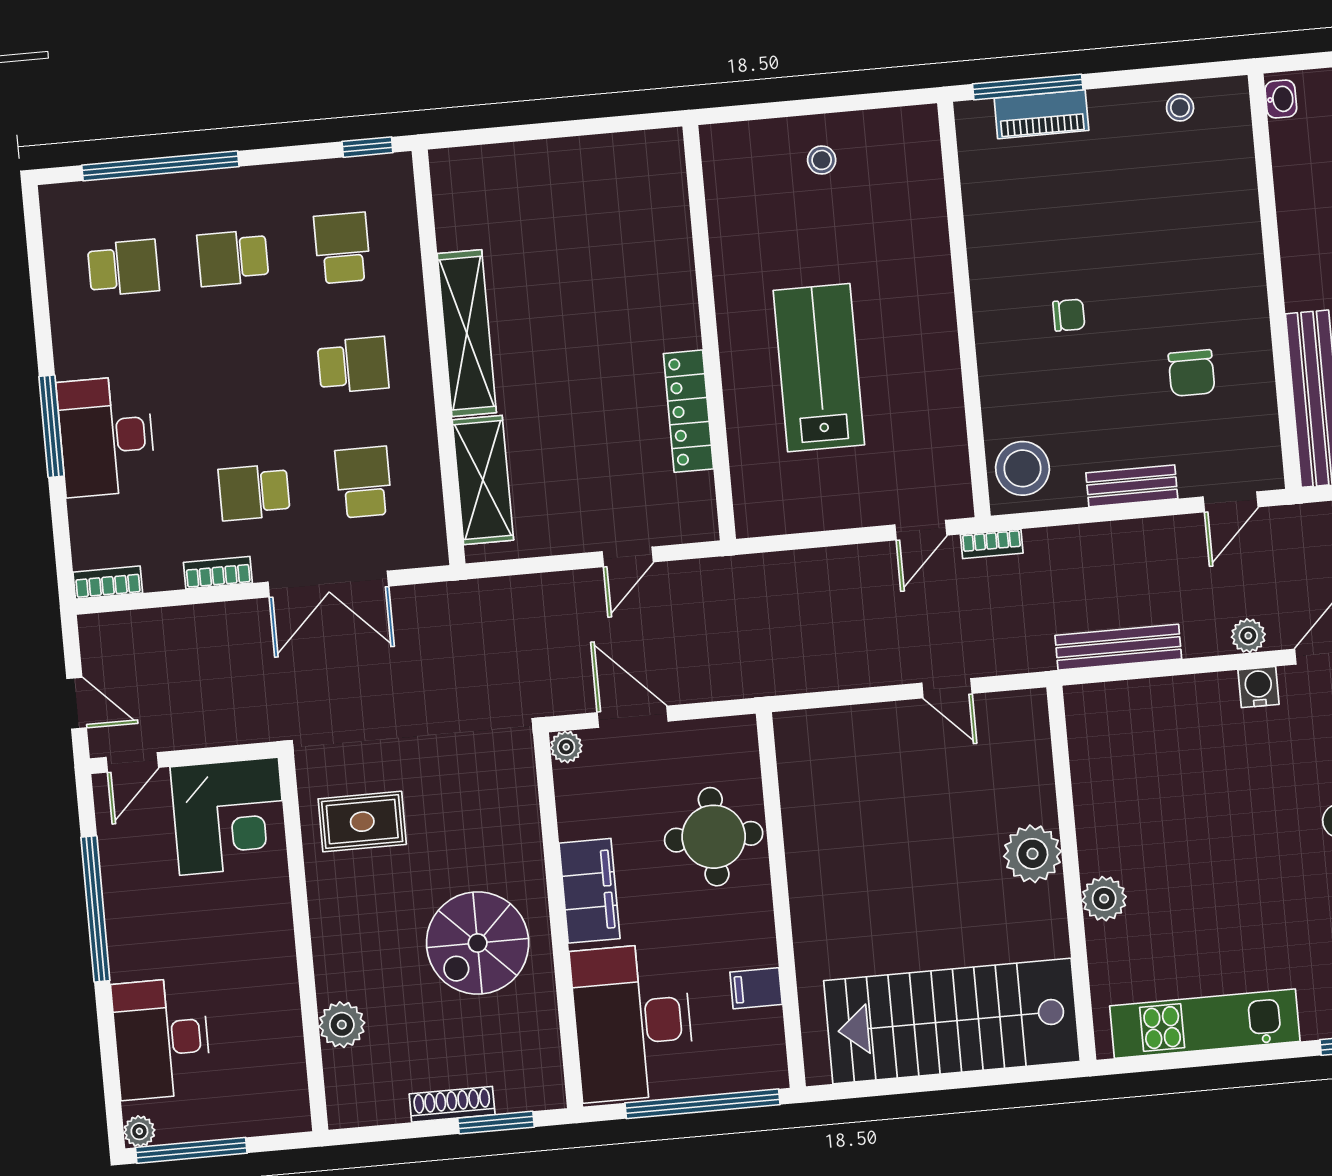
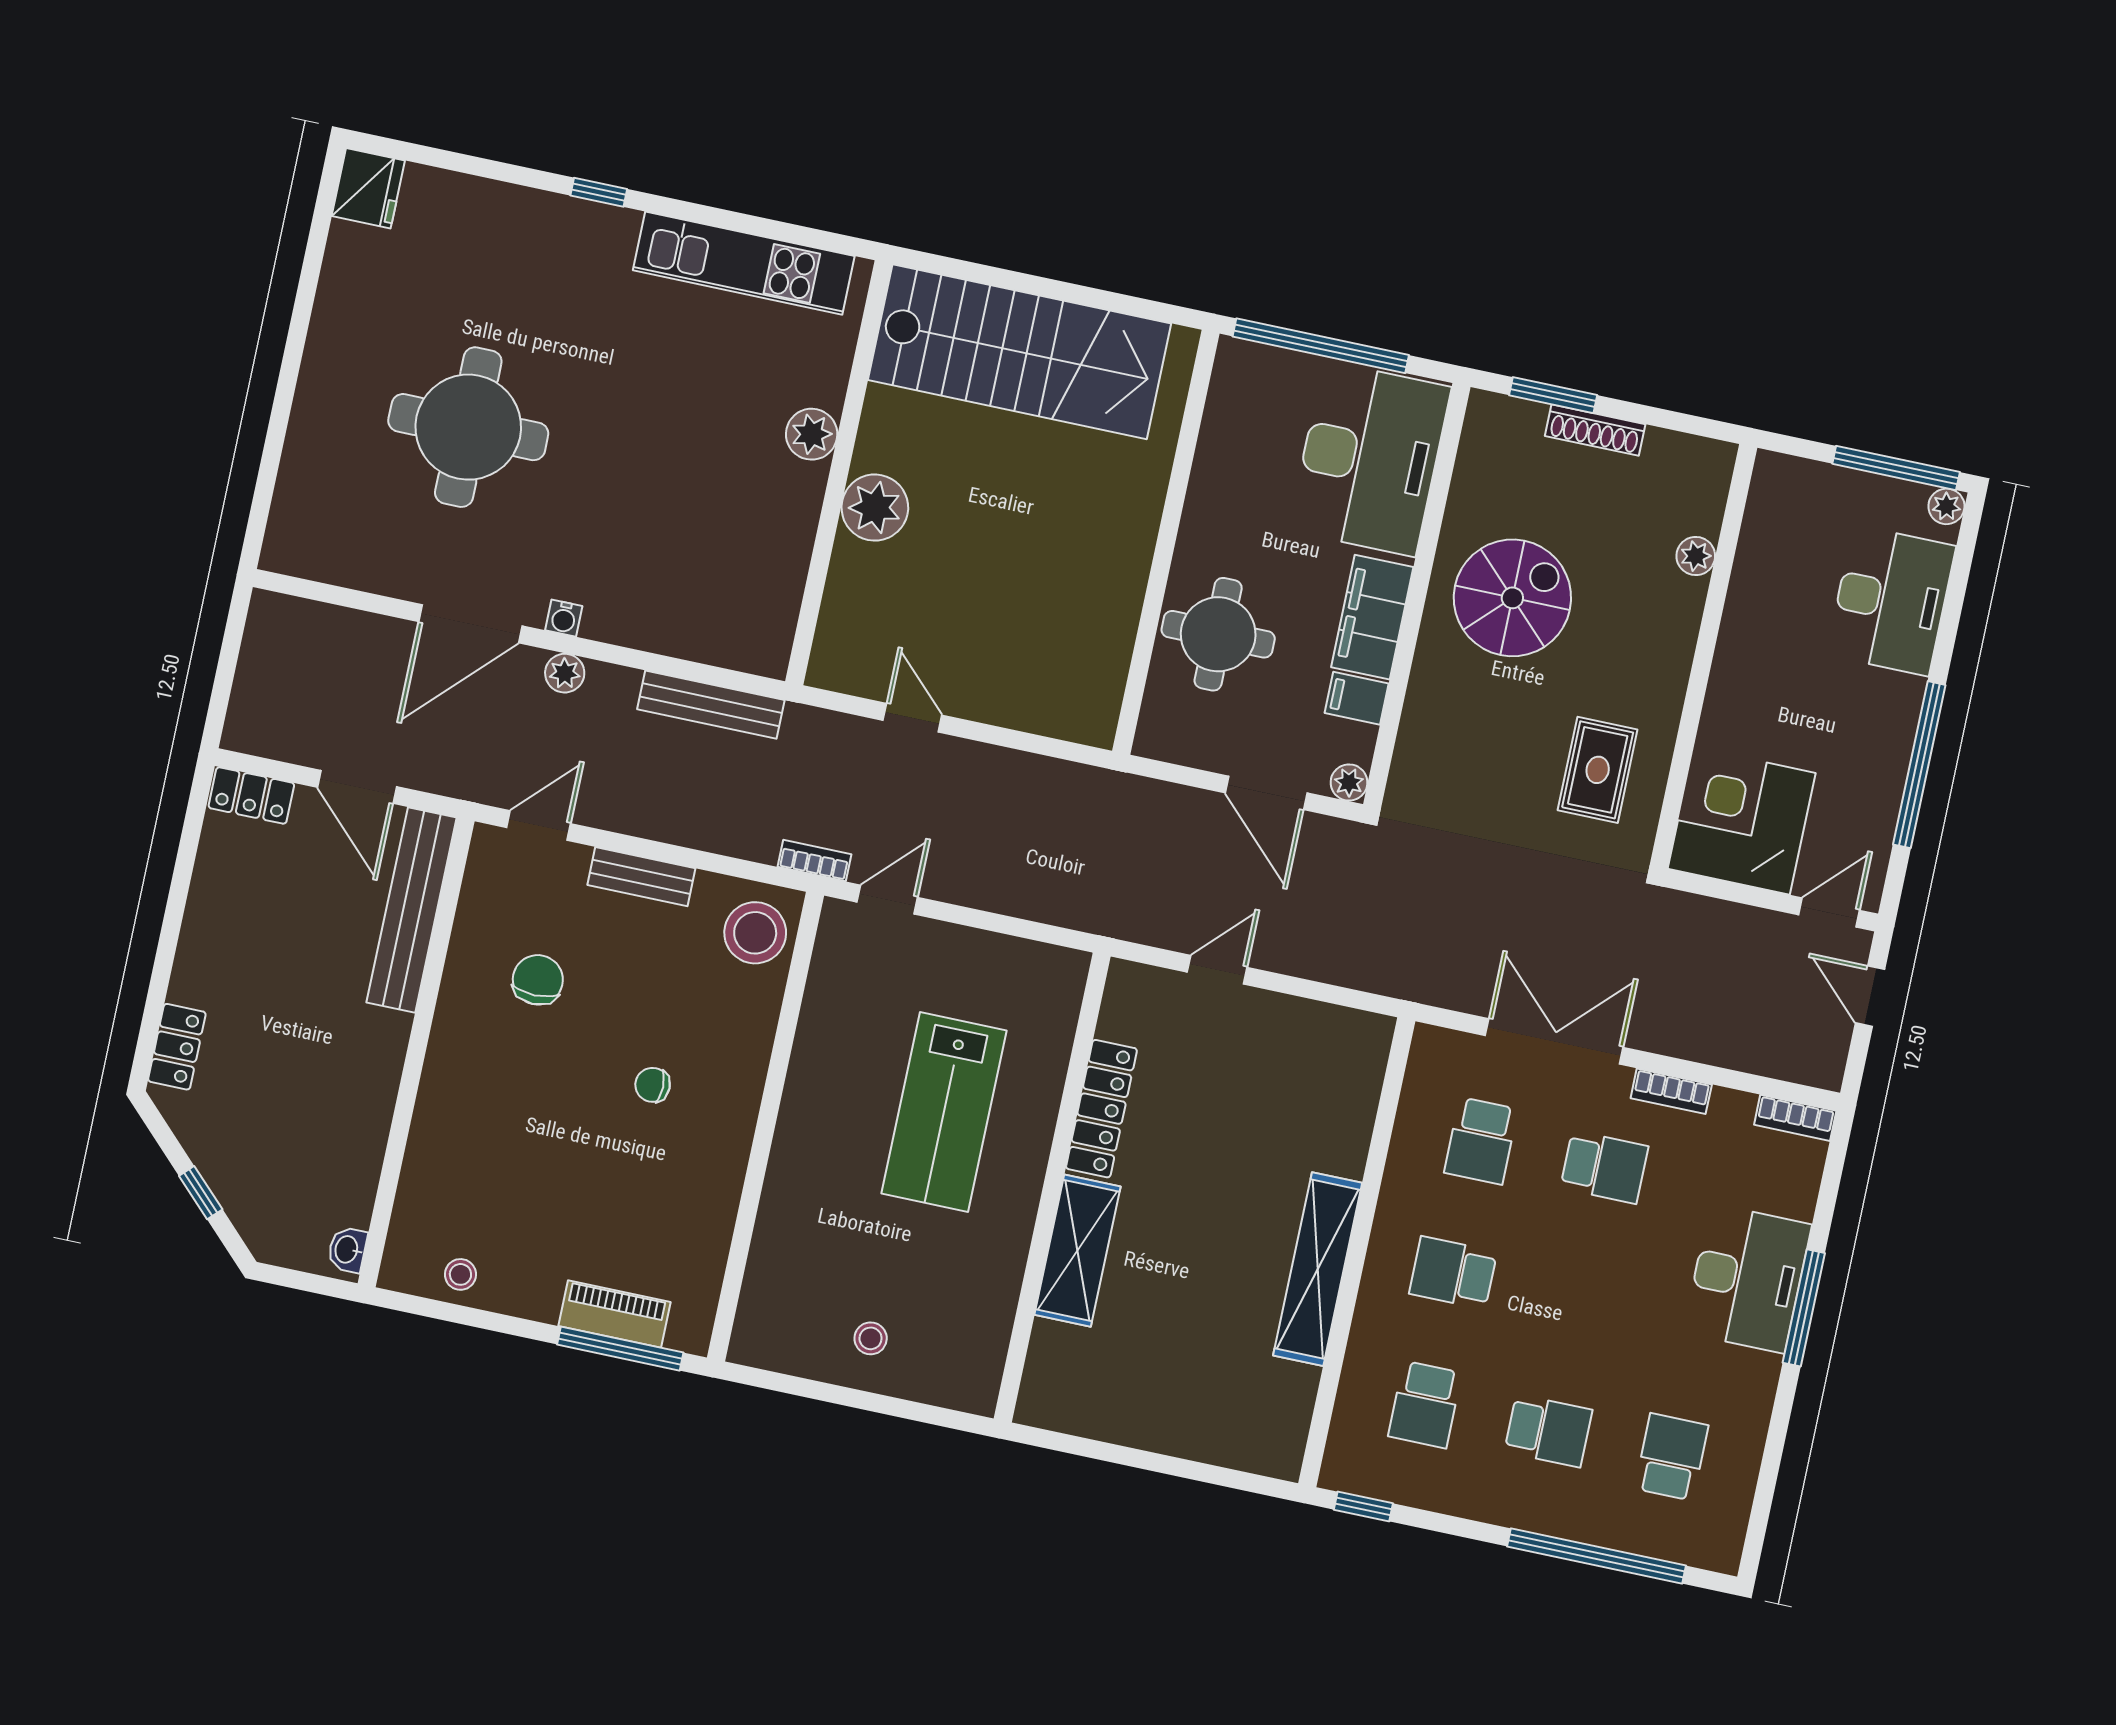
school desk: (123, 268) -> (1671, 1457), turned 90
shelving: (483, 480) -> (1077, 1251), moved
water cooler: (1259, 687) -> (564, 618), width x0.72, depth x0.72
rug: (362, 822) -> (1598, 770), turned 90
filing cabinet: (756, 988) -> (1357, 698), moved, turned 180
plant: (342, 1025) -> (1696, 556), width x0.73, depth x0.73

